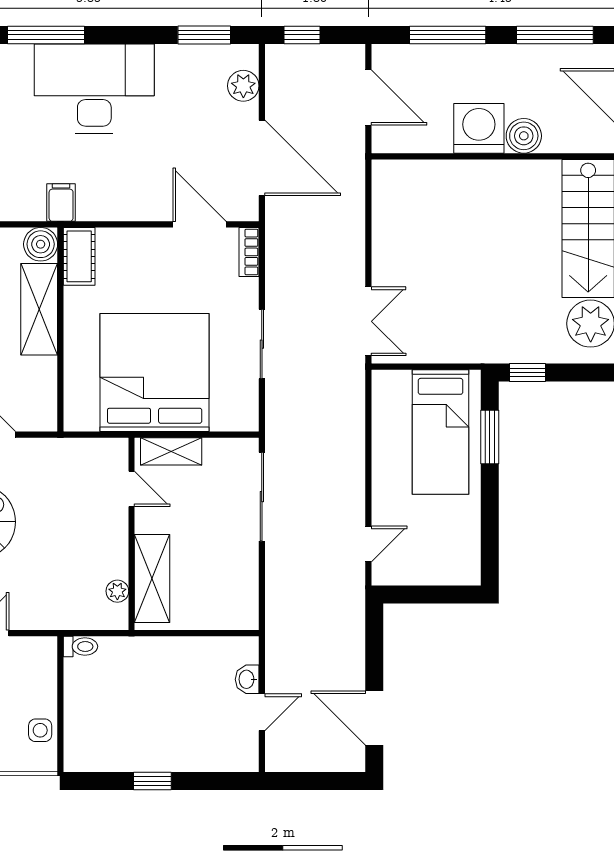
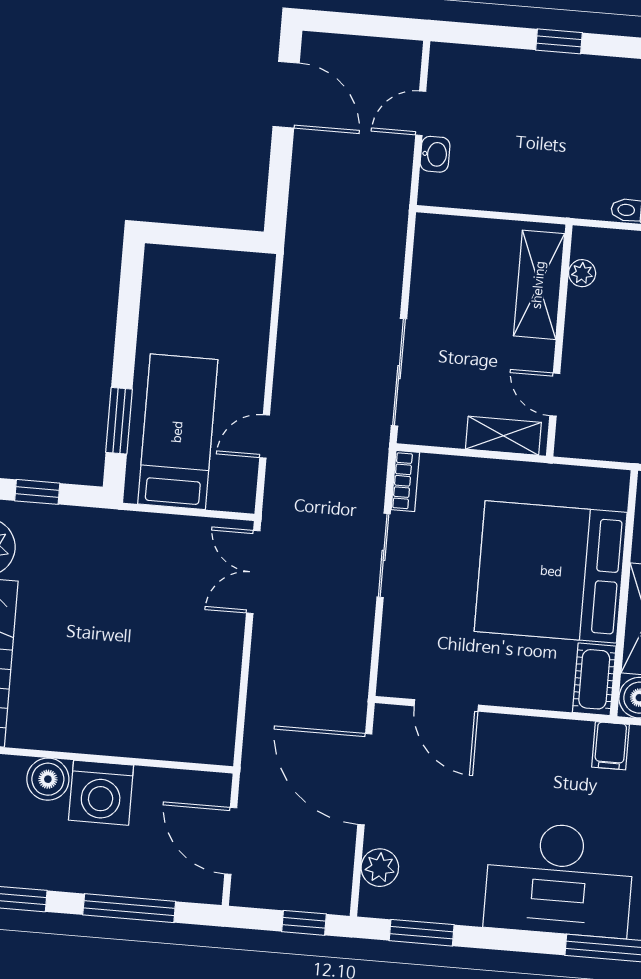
bookcase: (249, 252) -> (405, 481), moved
window: (527, 372) -> (37, 492), moved
bed: (155, 373) -> (551, 572), moved, turned 90
door: (368, 544) -> (265, 436), moved

